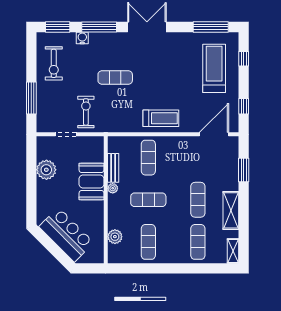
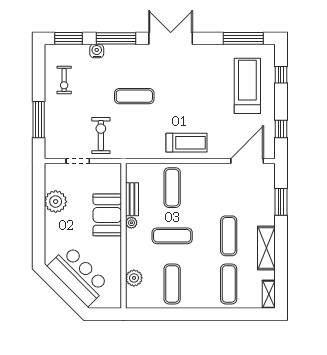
exercise bike: (54, 63) -> (64, 80), width x0.73, depth x0.72

